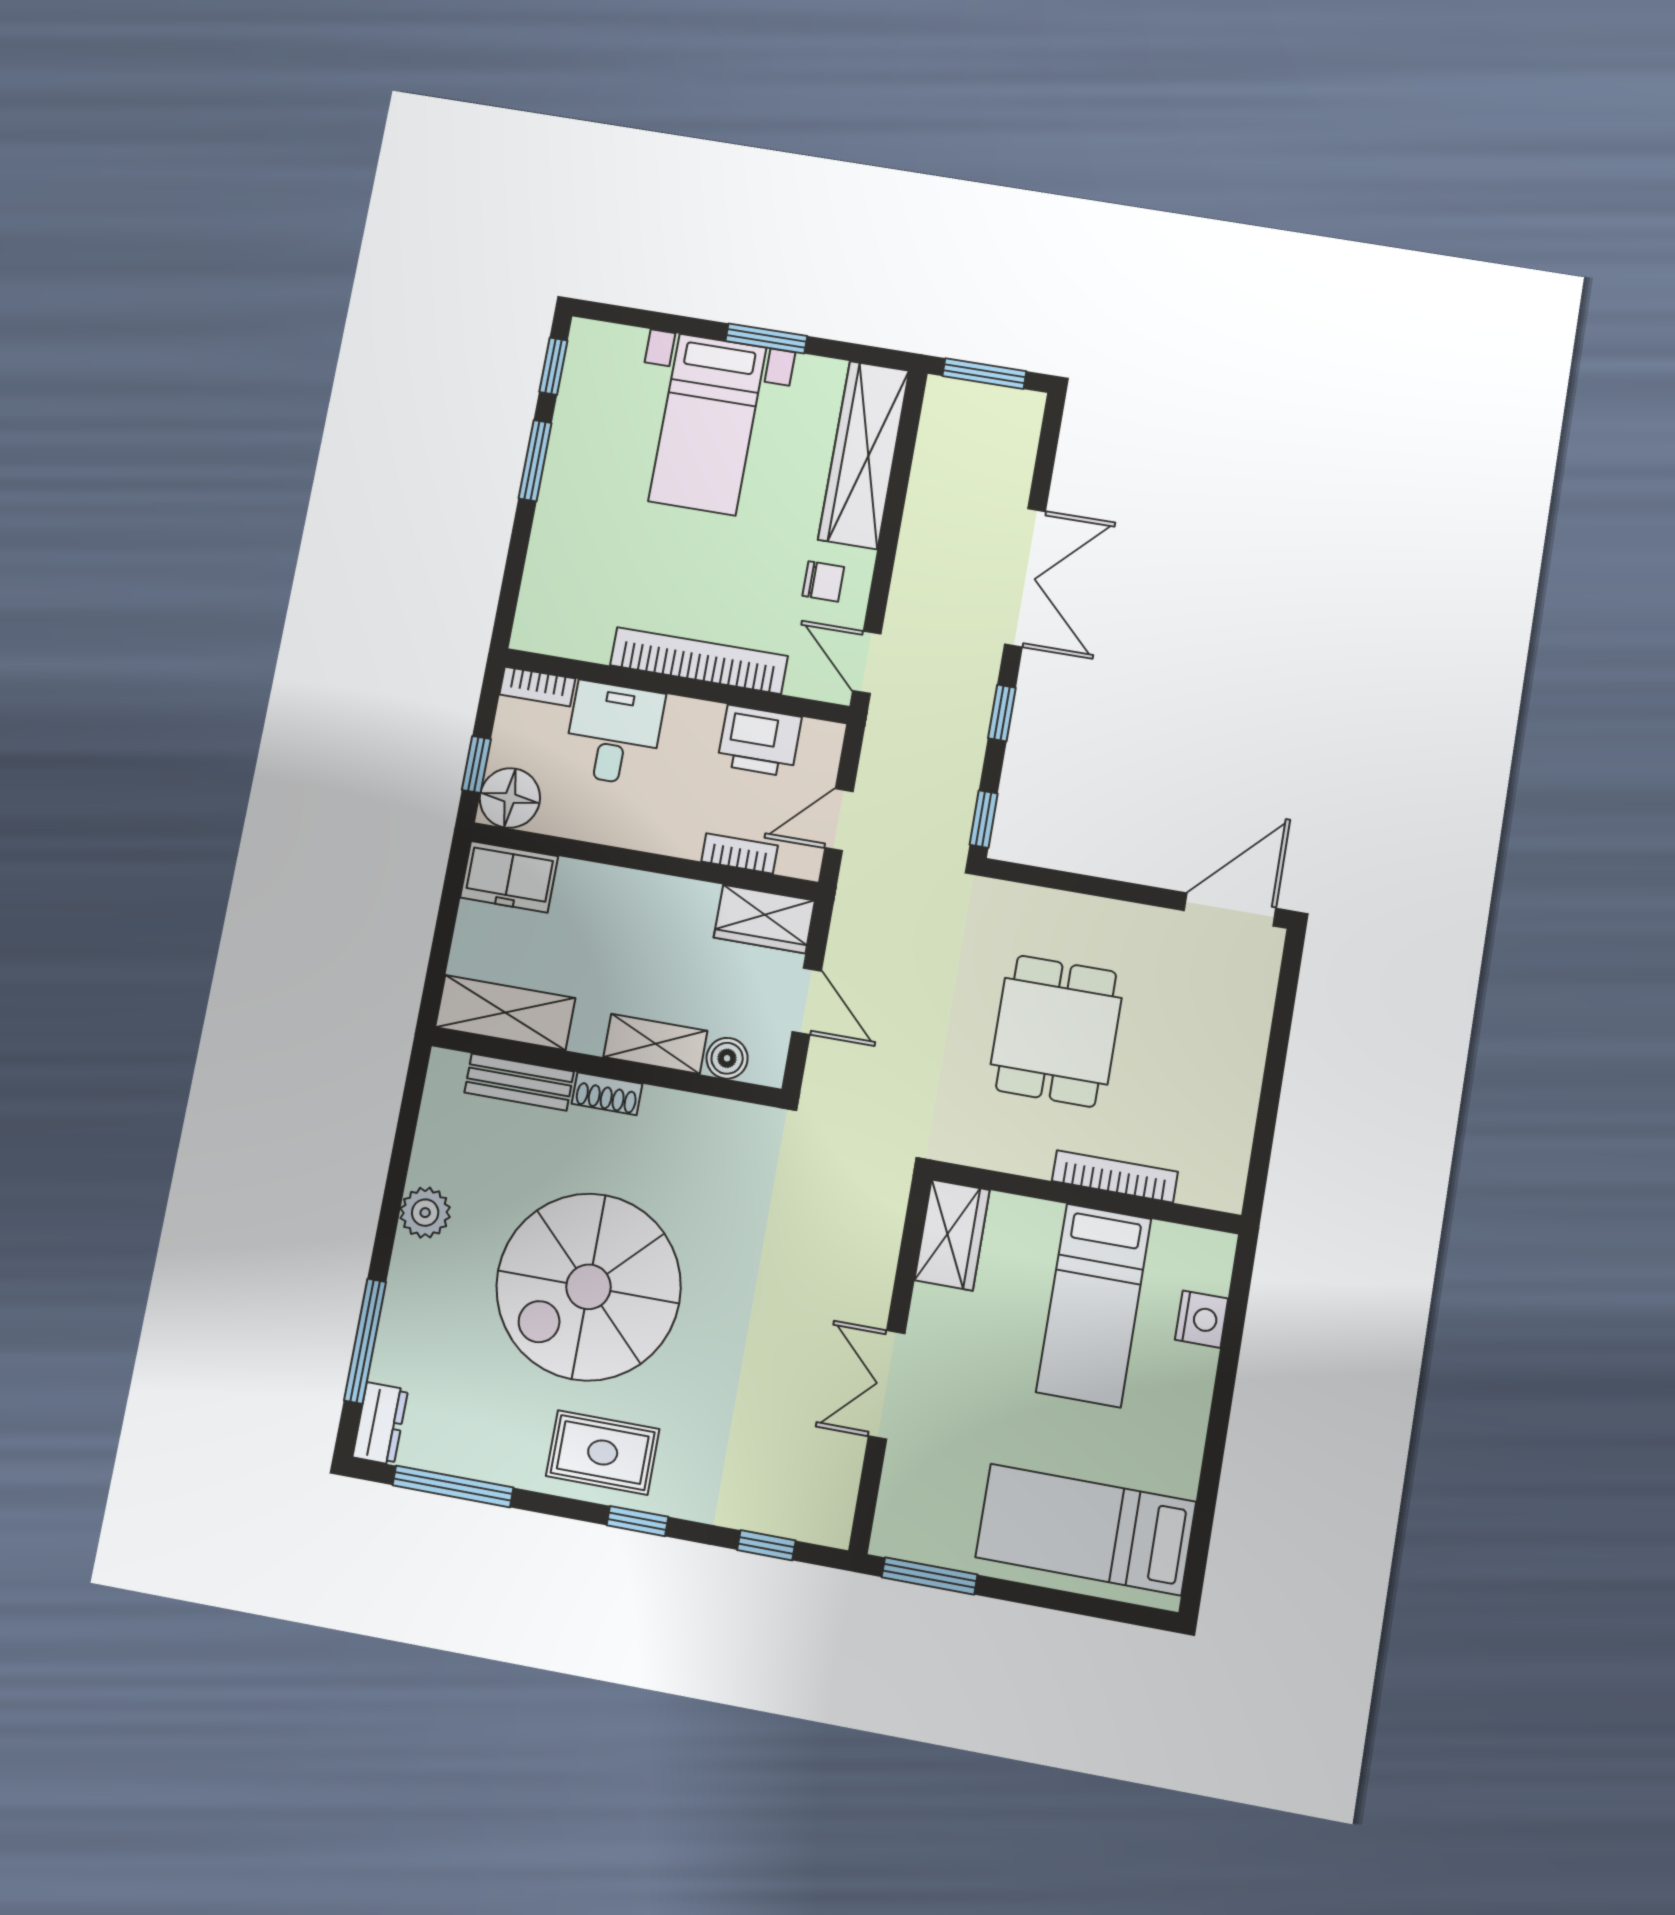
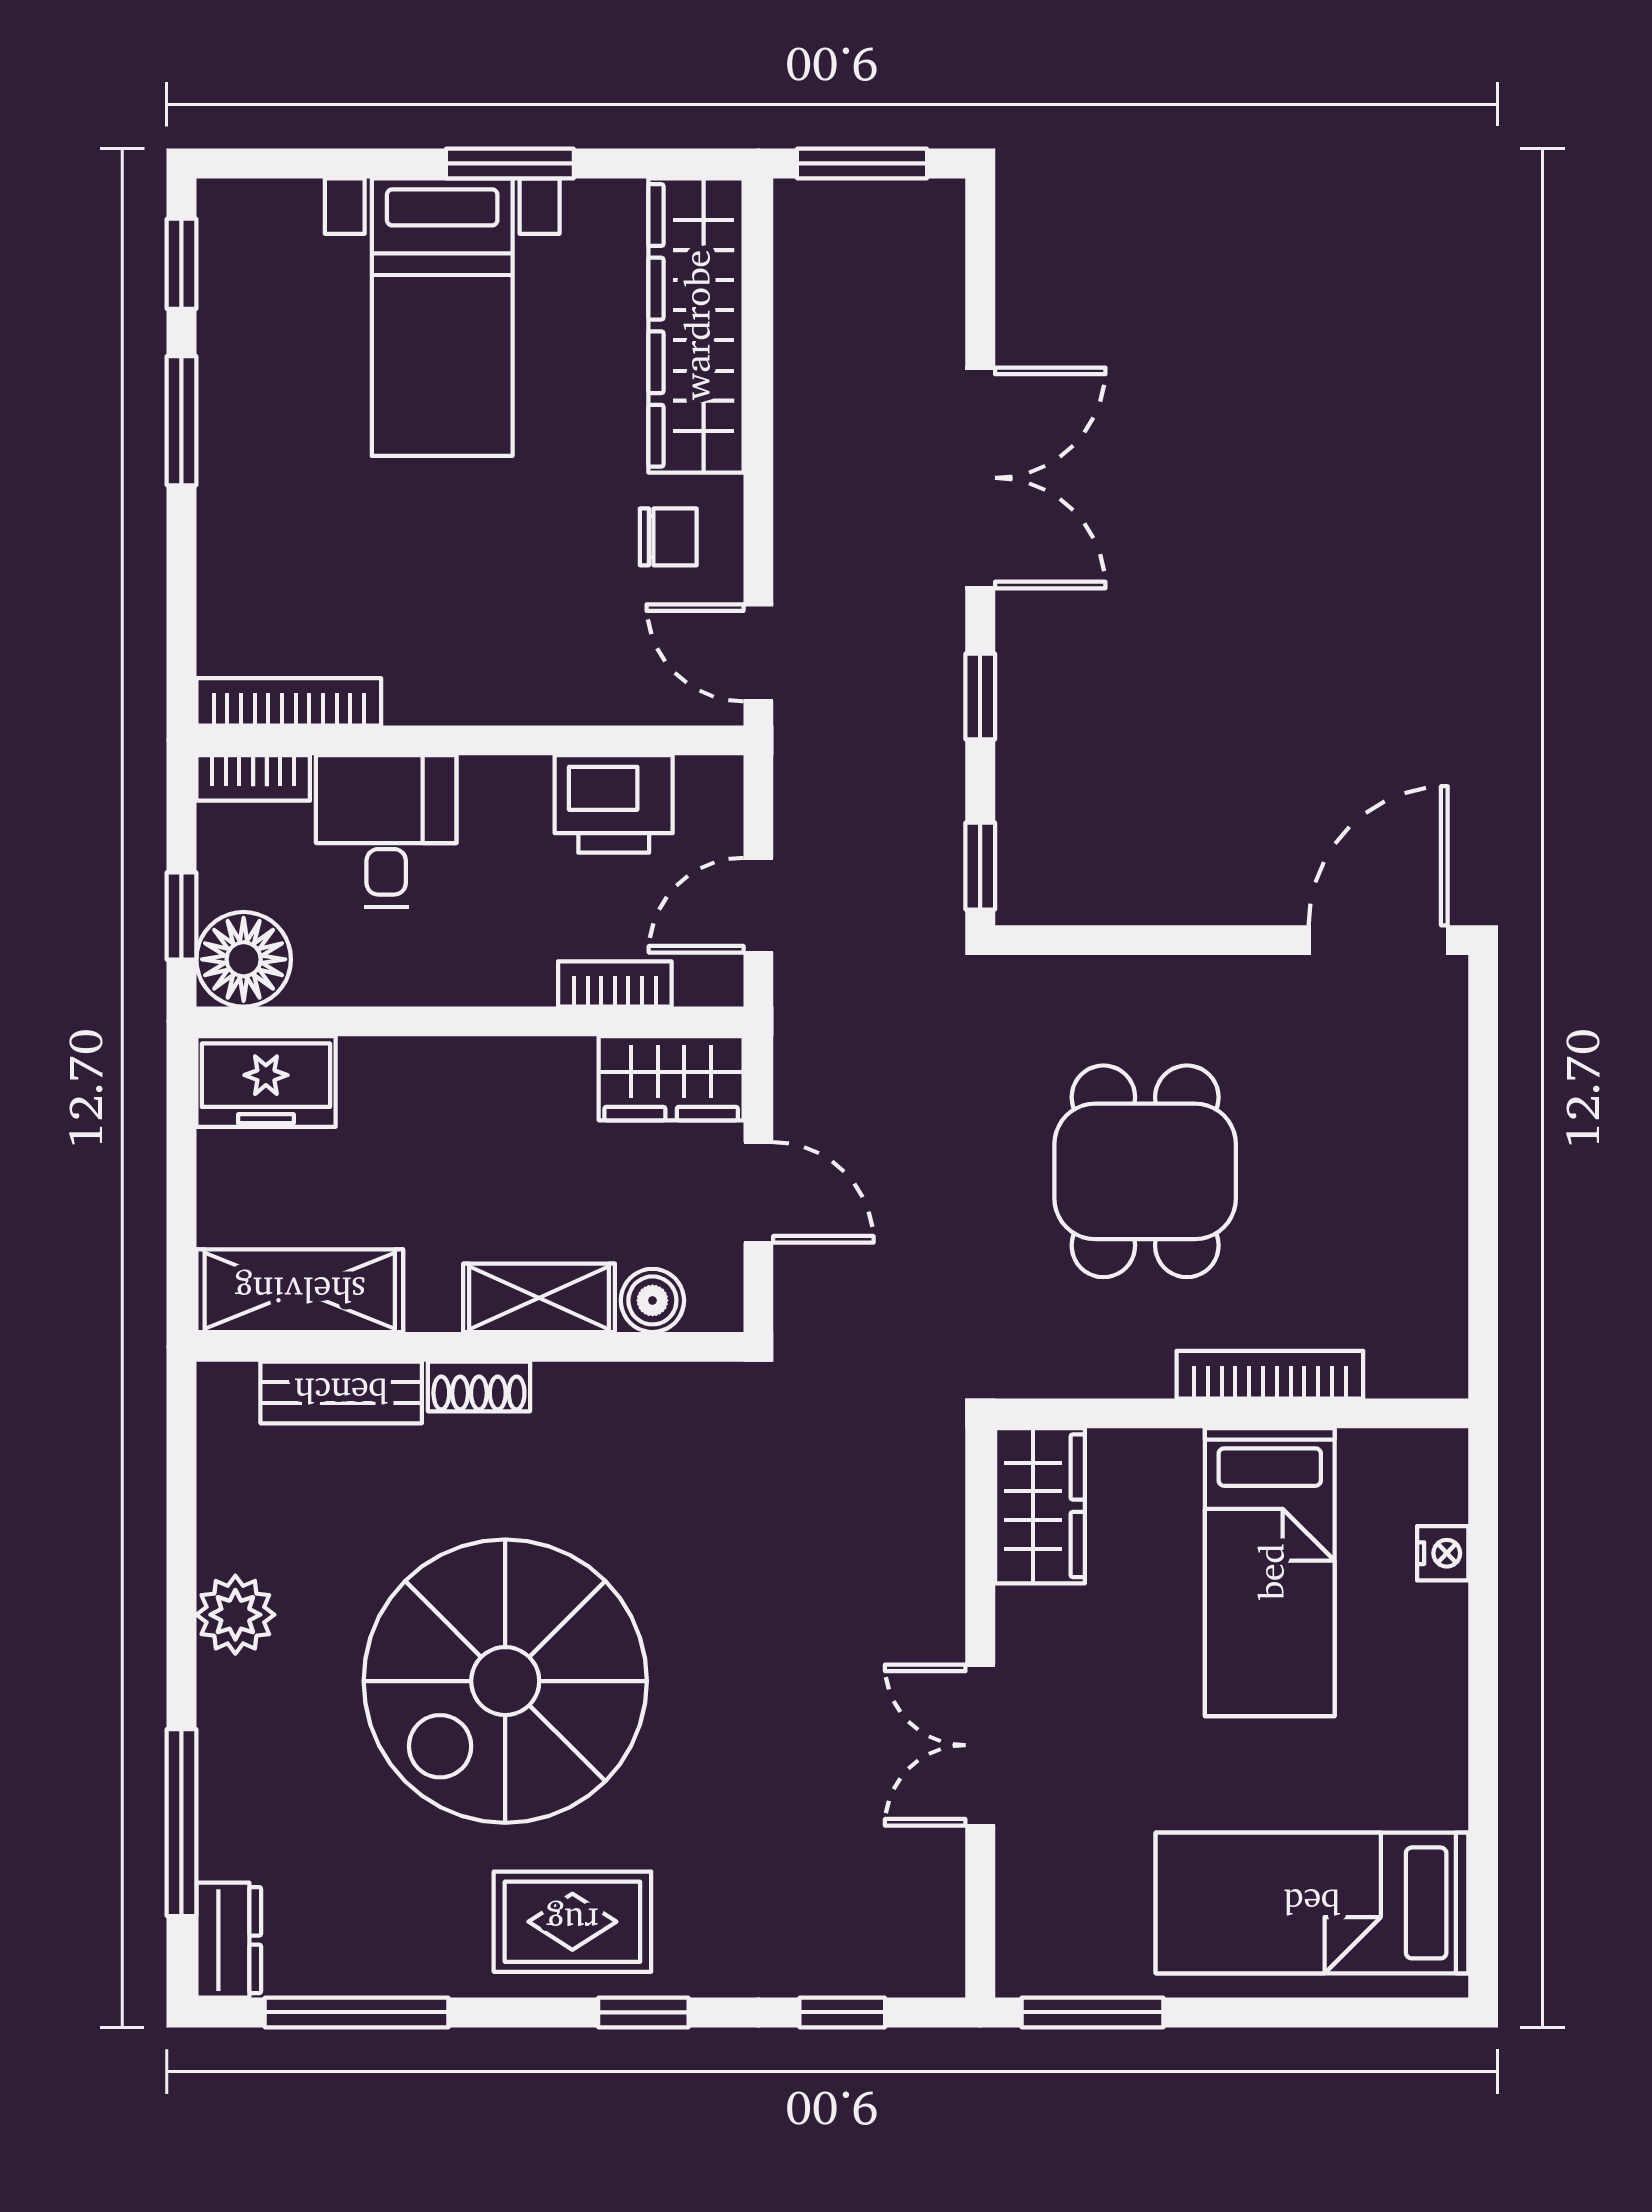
bookcase: (699, 661) -> (289, 702), moved, width x0.68, depth x0.76
nightstand: (1202, 1319) -> (1443, 1553), width x0.72, depth x0.74

